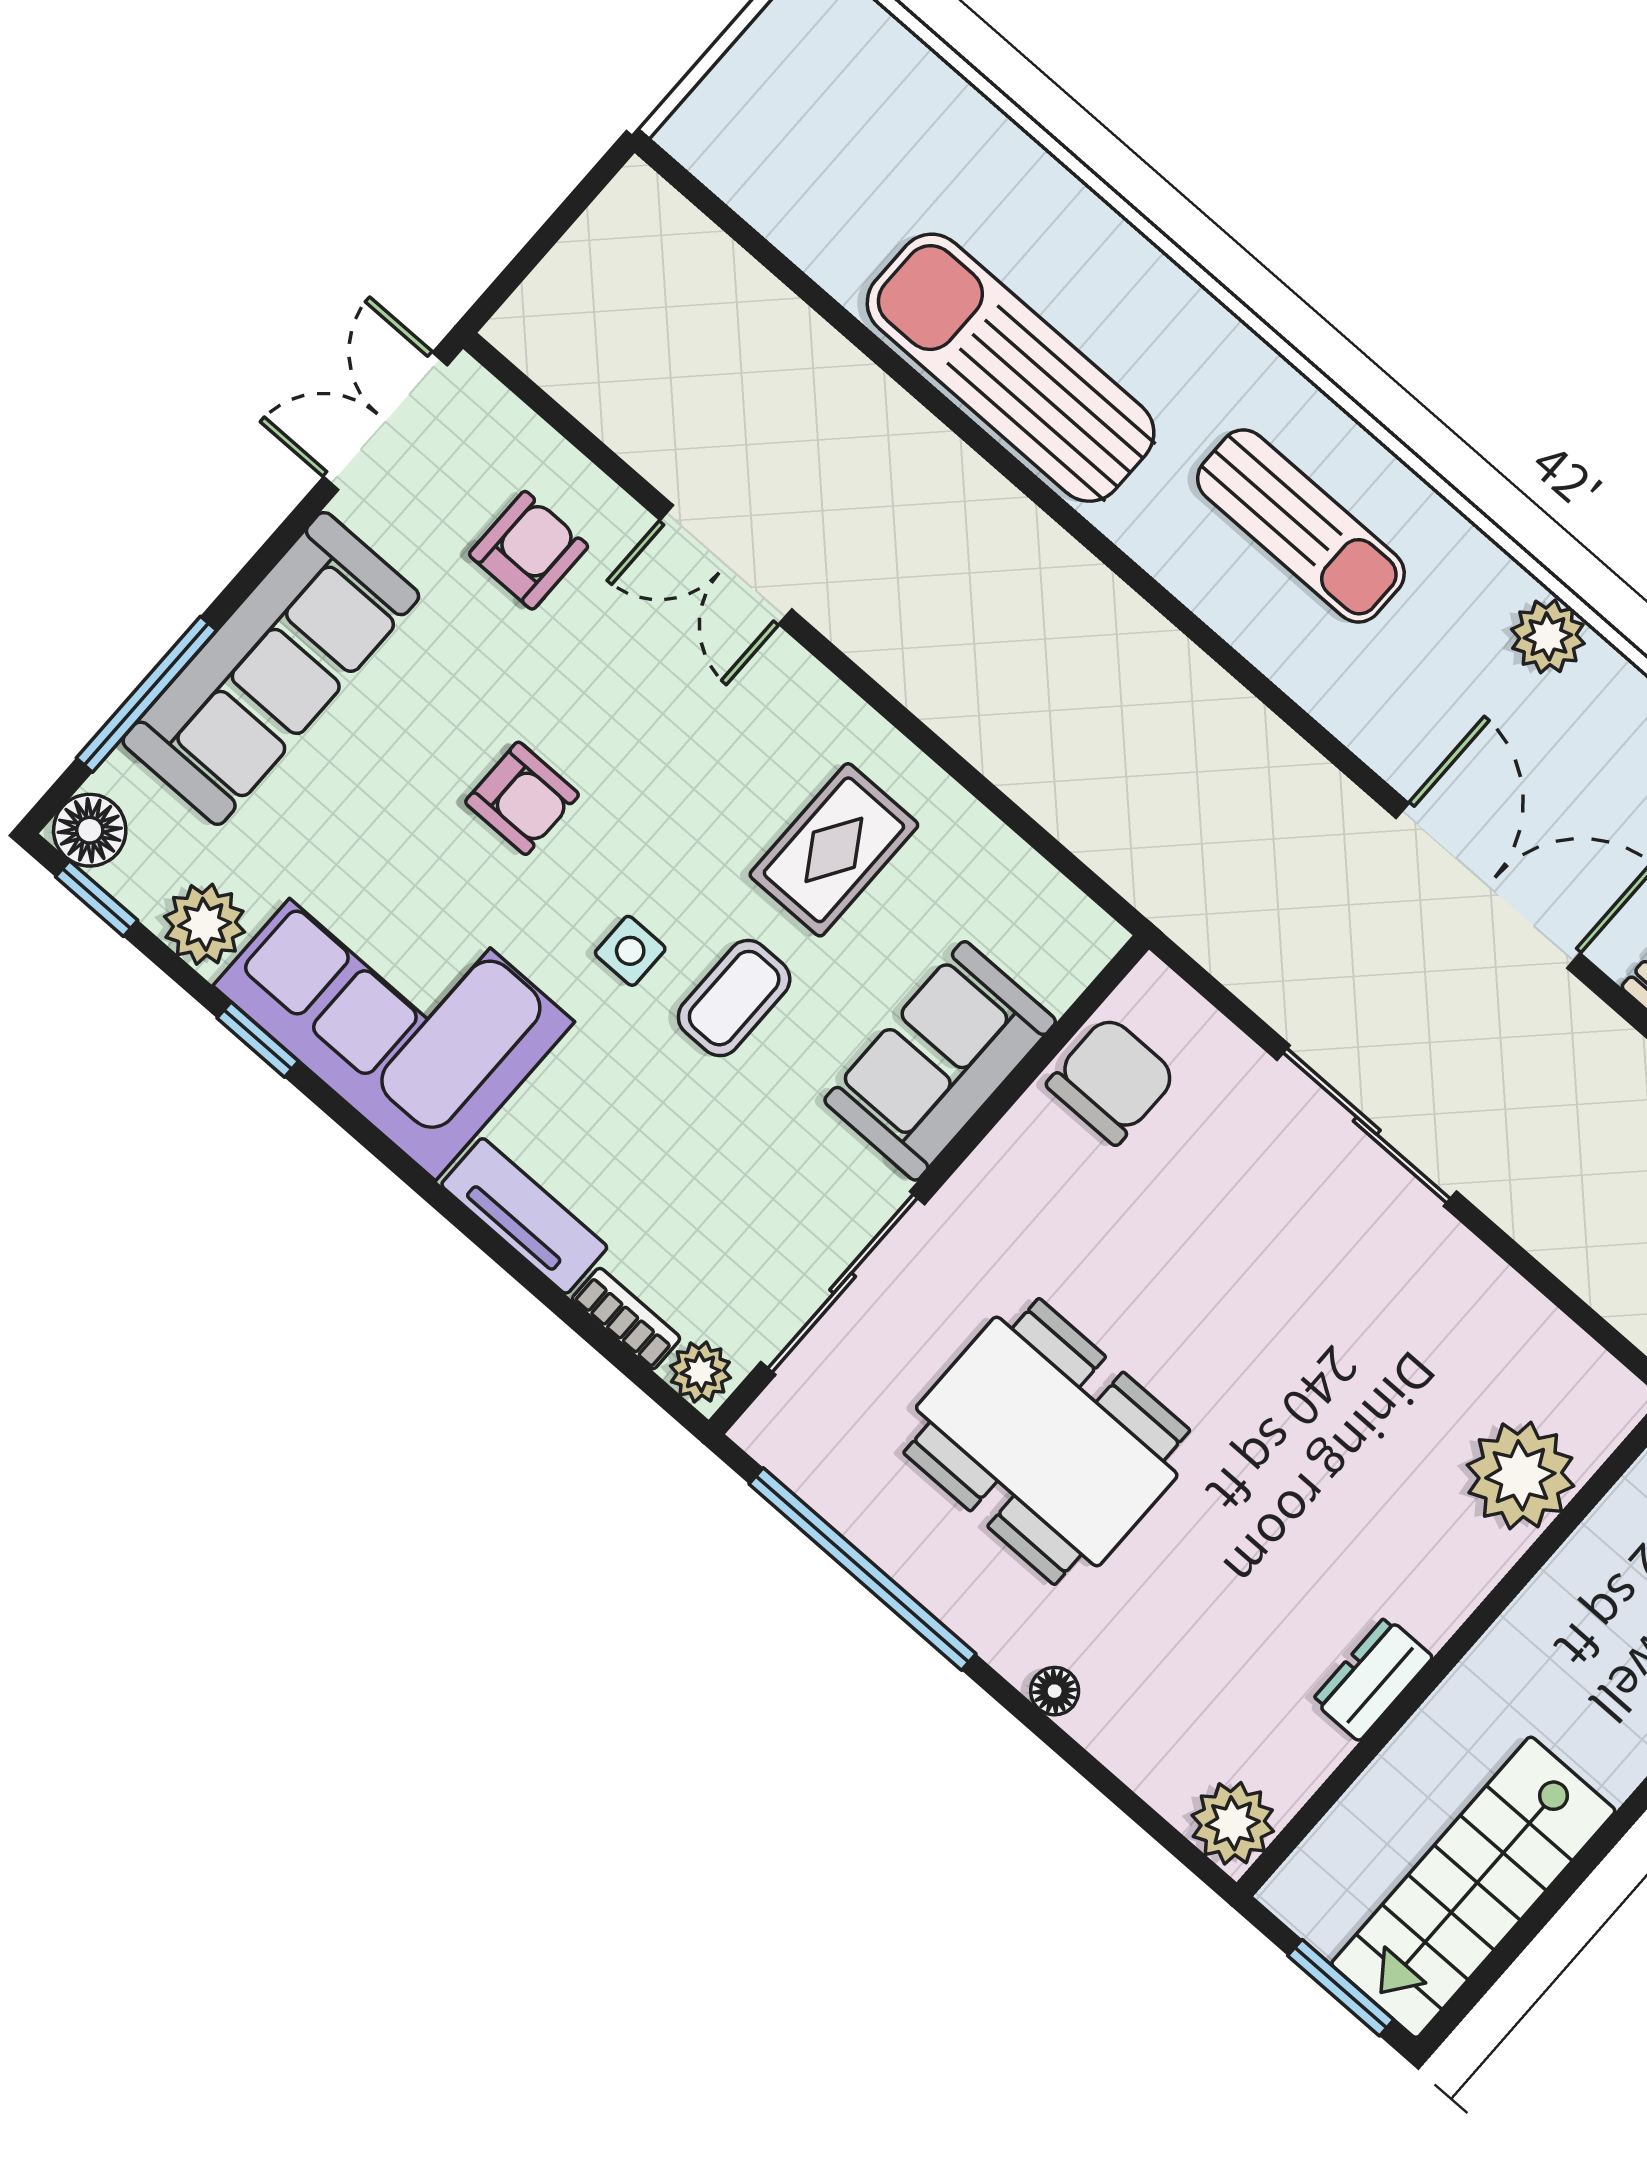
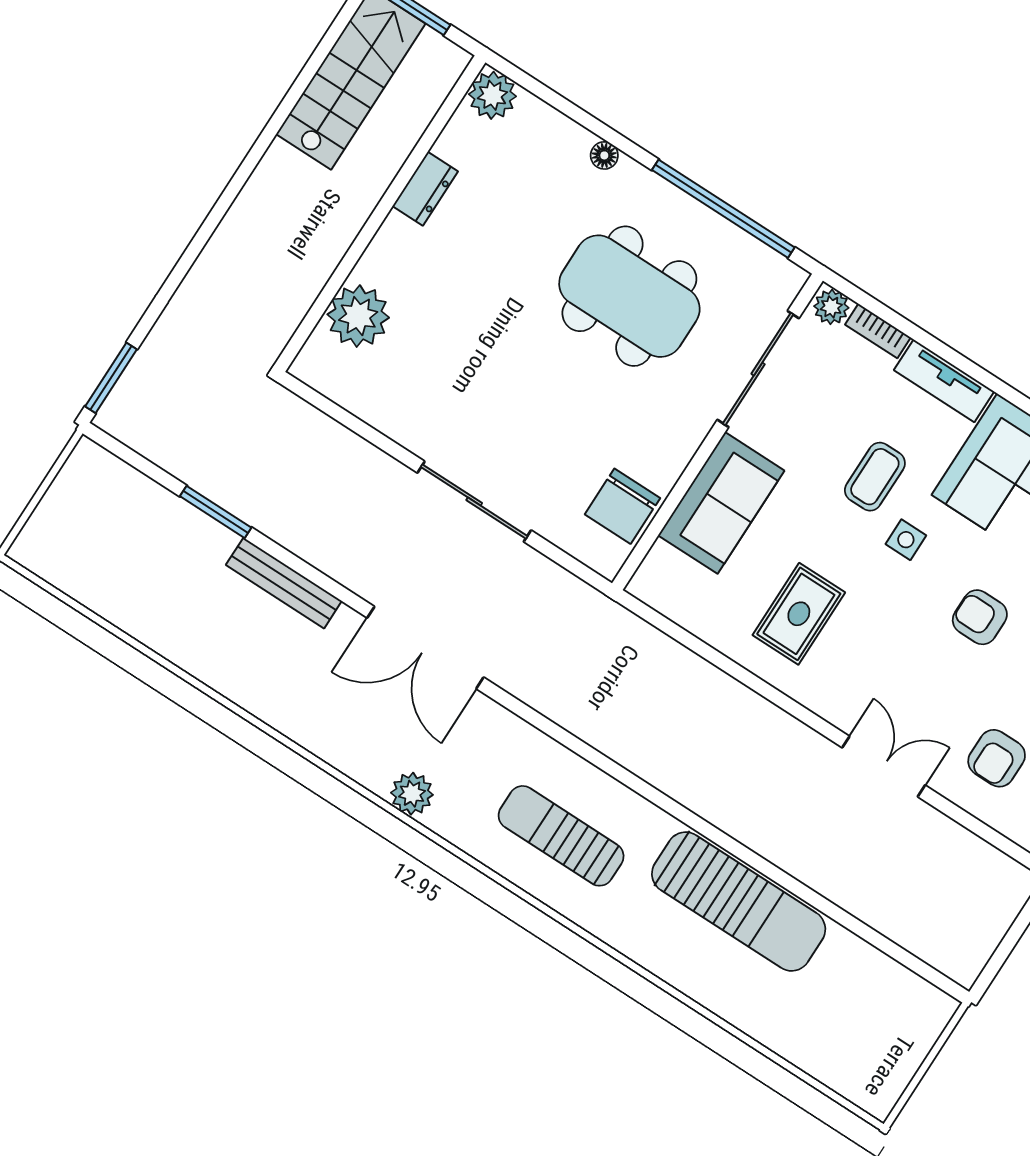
coffee table: (734, 998) -> (875, 477), moved

